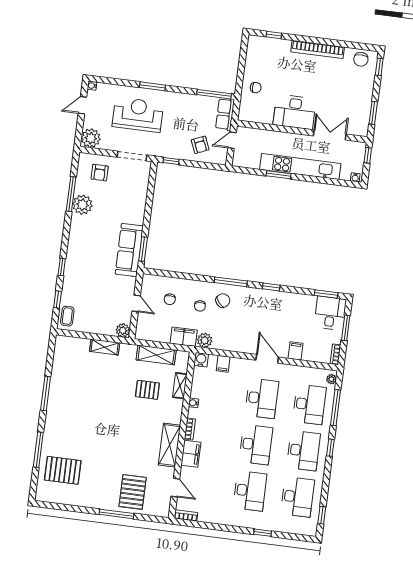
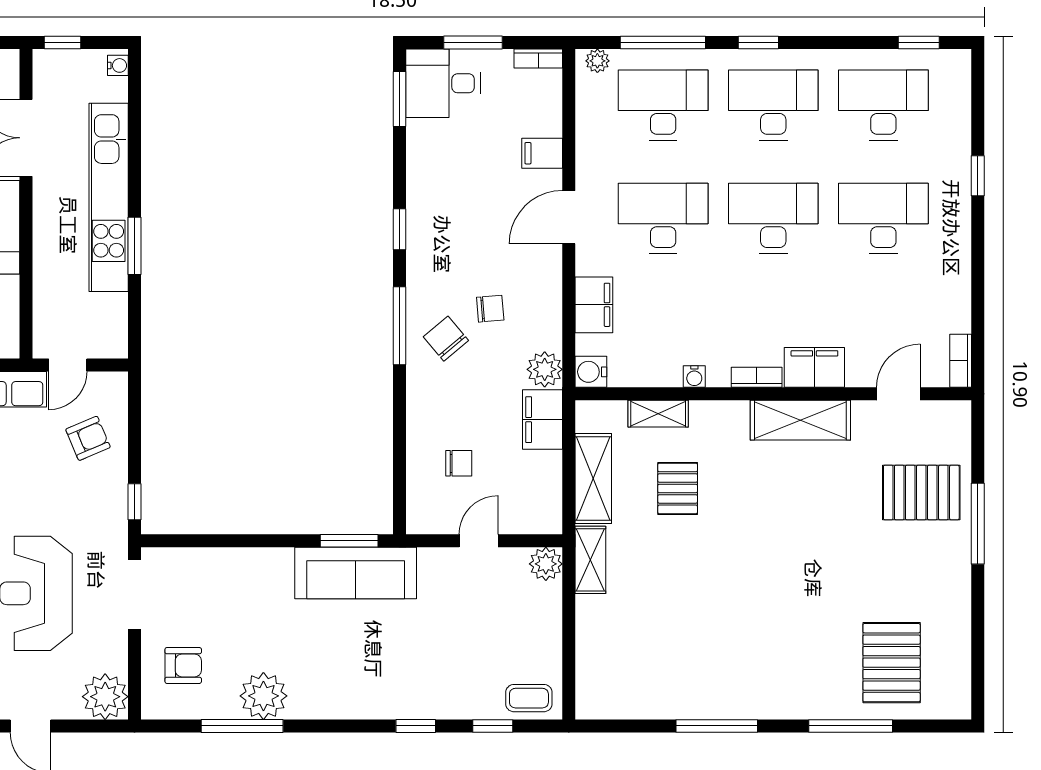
door: (232, 140) -> (68, 365), hinge flipped
chair: (200, 306) -> (490, 309), moved
shelving: (105, 347) -> (590, 560), moved
filing cabinet: (223, 364) -> (594, 305), width x2.00

